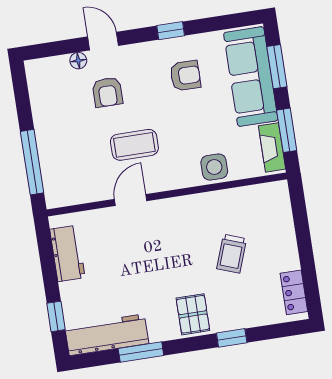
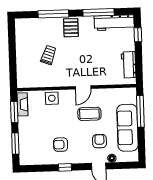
sofa: (251, 77) -> (127, 128), moved, turned 180
door: (131, 200) -> (83, 87), moved
locker: (294, 292) -> (20, 32), removed
window: (232, 338) -> (53, 14), width x2.17
window: (141, 352) -> (98, 12), width x1.44

